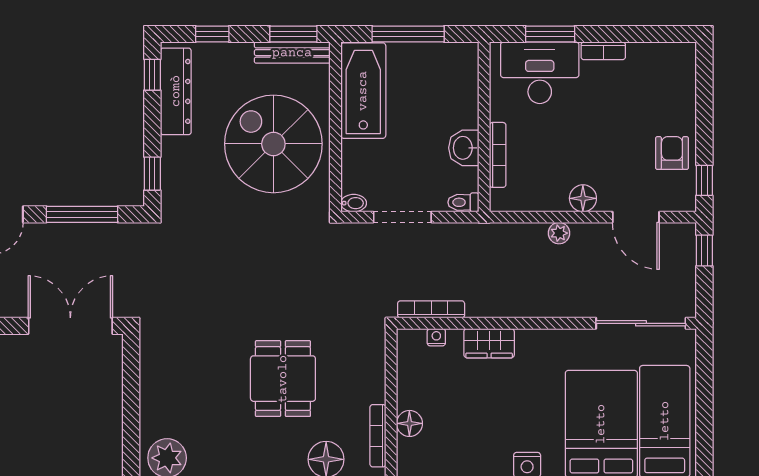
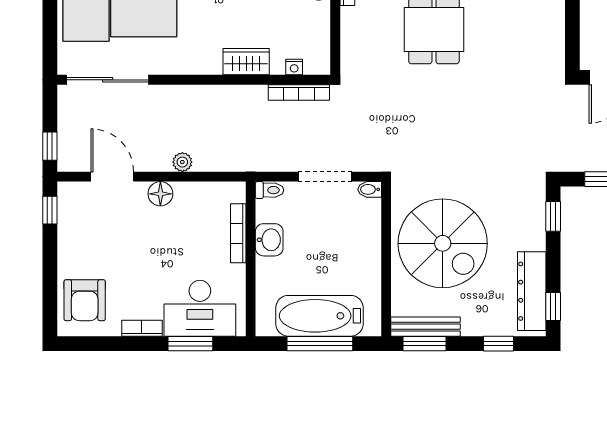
bathtub: (363, 91) -> (319, 316), moved, turned 90
armchair: (672, 153) -> (85, 300), moved, width x1.38, depth x1.38

